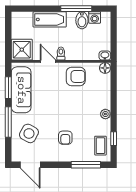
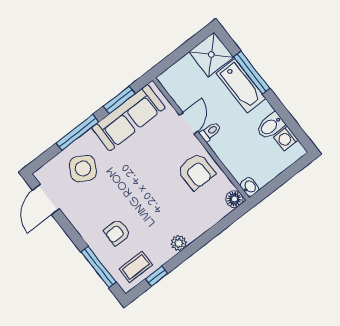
window: (76, 9) -> (252, 73), moved
shower: (22, 50) -> (211, 54), moved
armchair: (65, 138) -> (117, 232), moved

